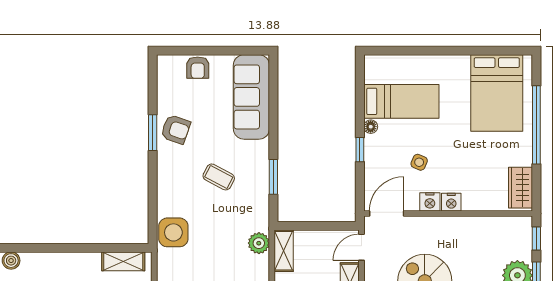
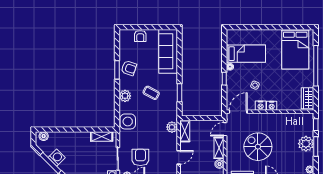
plant: (168, 183) -> (125, 96), added

